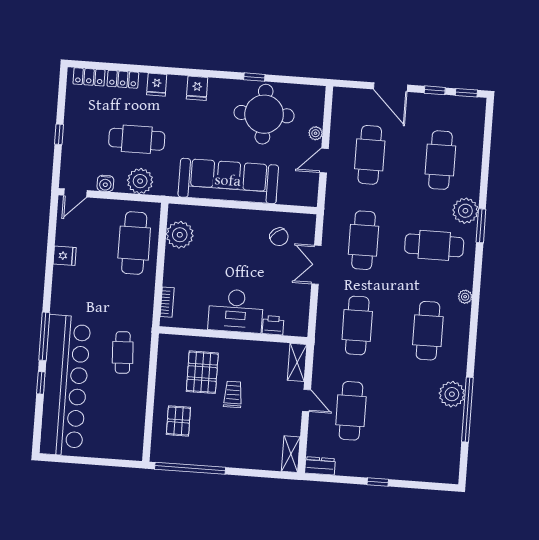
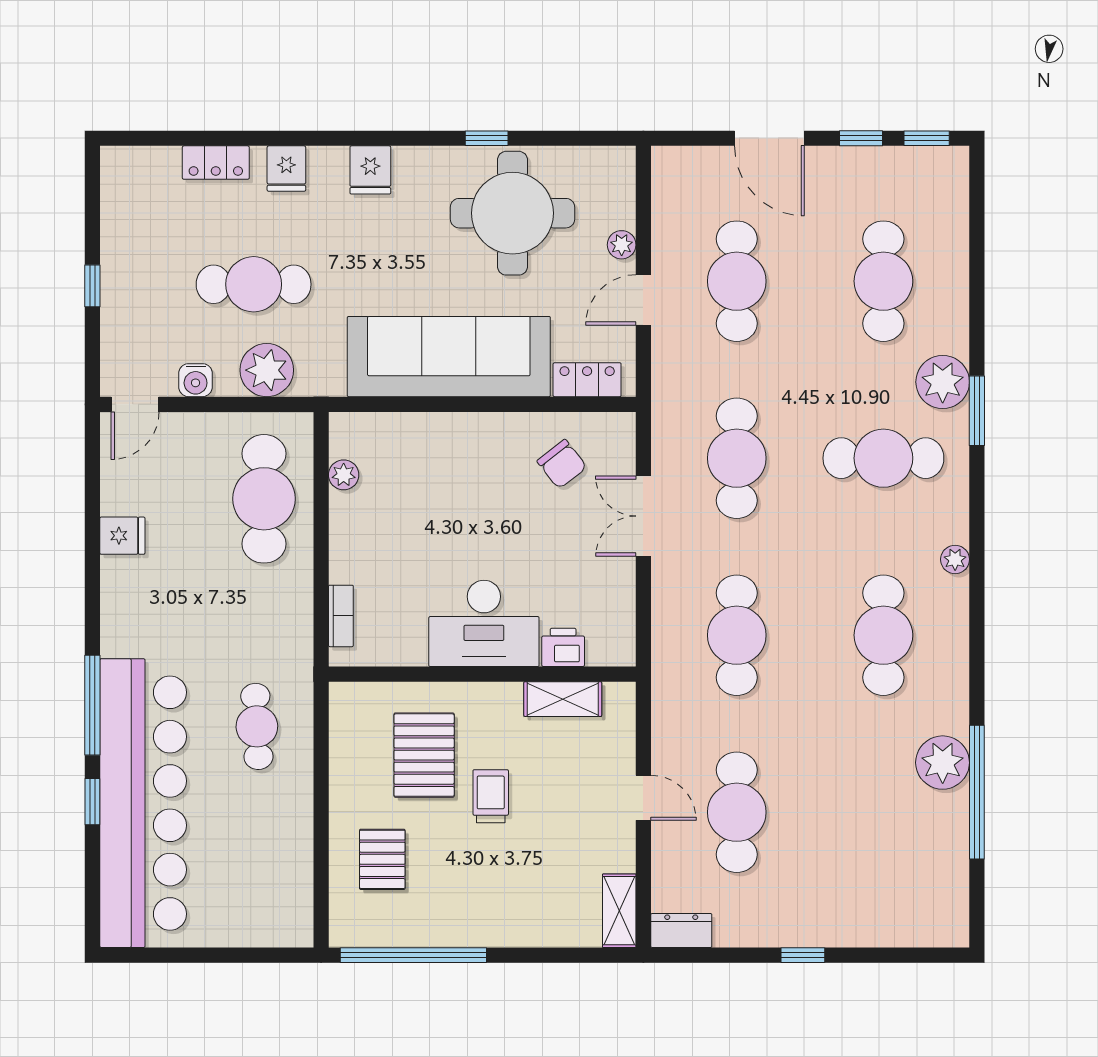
locker: (89, 77) -> (587, 380), moved, turned 180
plant: (180, 235) -> (344, 475), width x0.53, depth x0.53
shelving: (297, 362) -> (563, 699), moved, turned 90

